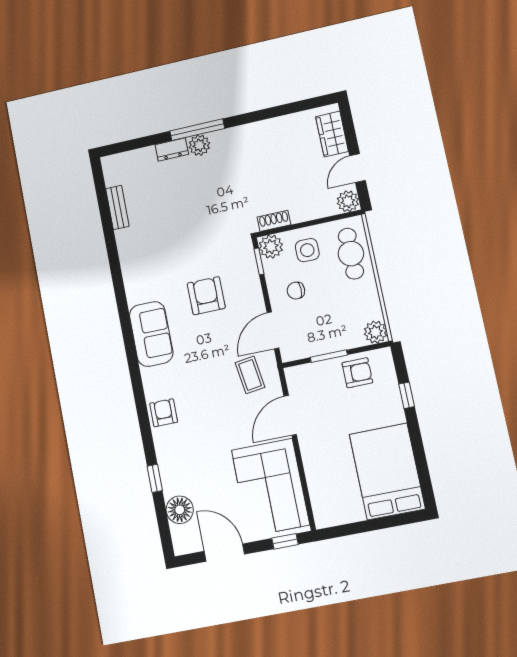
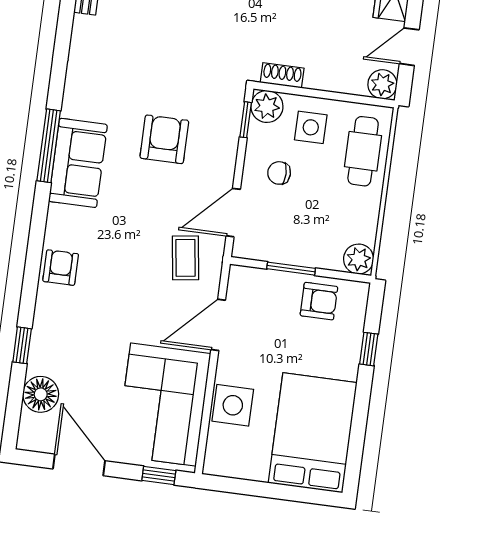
window: (127, 329) -> (49, 146), added
side table: (321, 471) -> (233, 405), added

